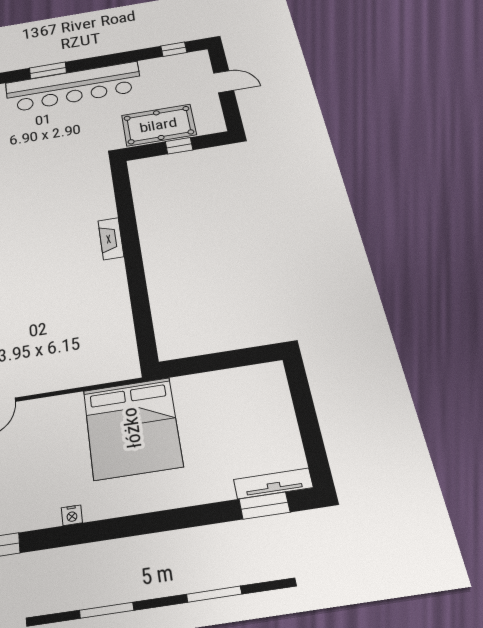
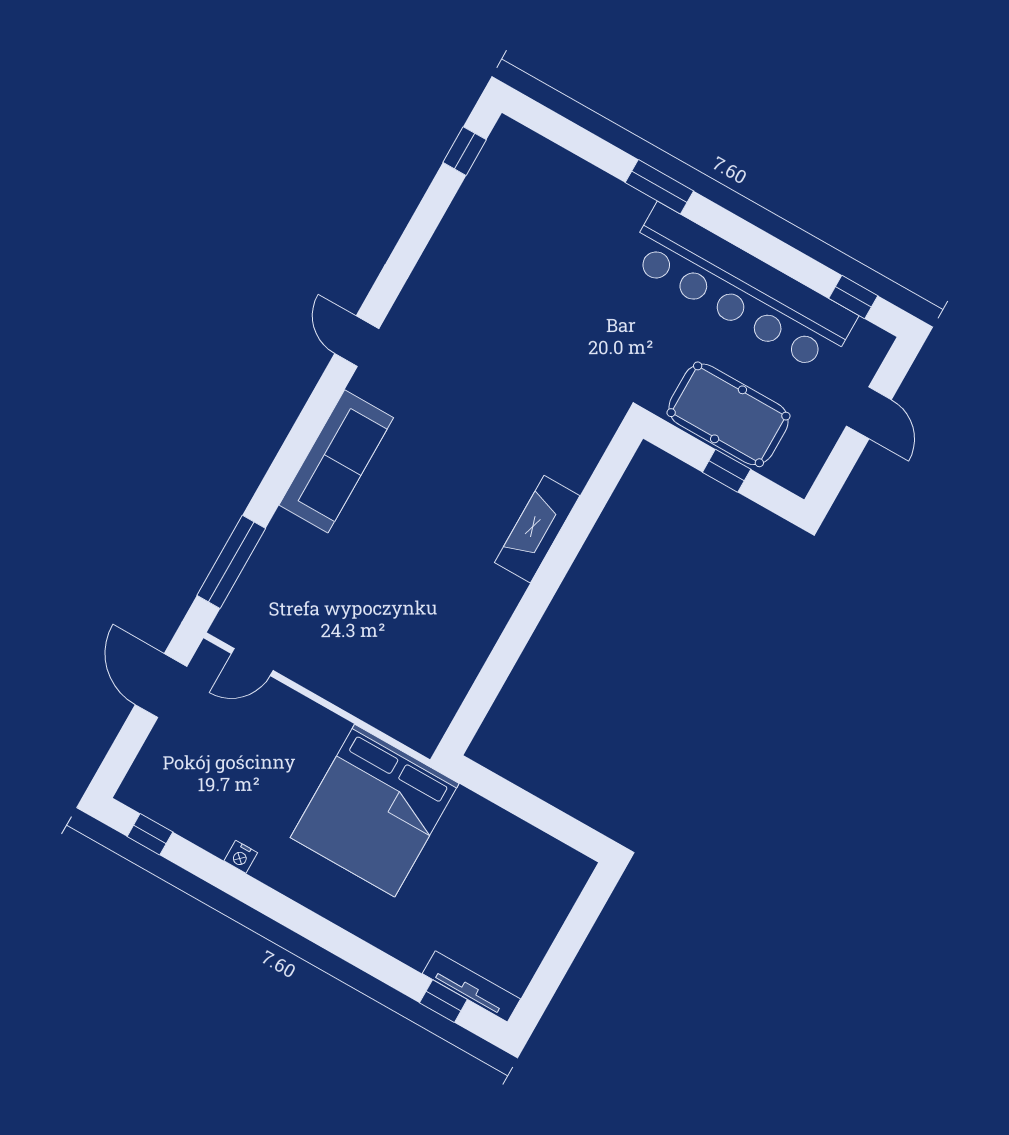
bar counter: (73, 87) -> (741, 288), moved
fireplace: (111, 239) -> (537, 529), width x1.37, depth x1.32
window: (264, 506) -> (443, 1001), width x0.67

